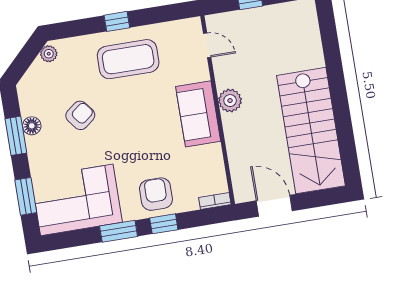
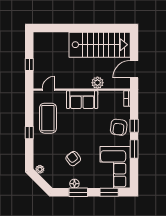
coffee table: (128, 59) -> (48, 118), moved
plant: (230, 101) -> (97, 83), moved
armchair: (156, 194) -> (119, 127), turned -83

